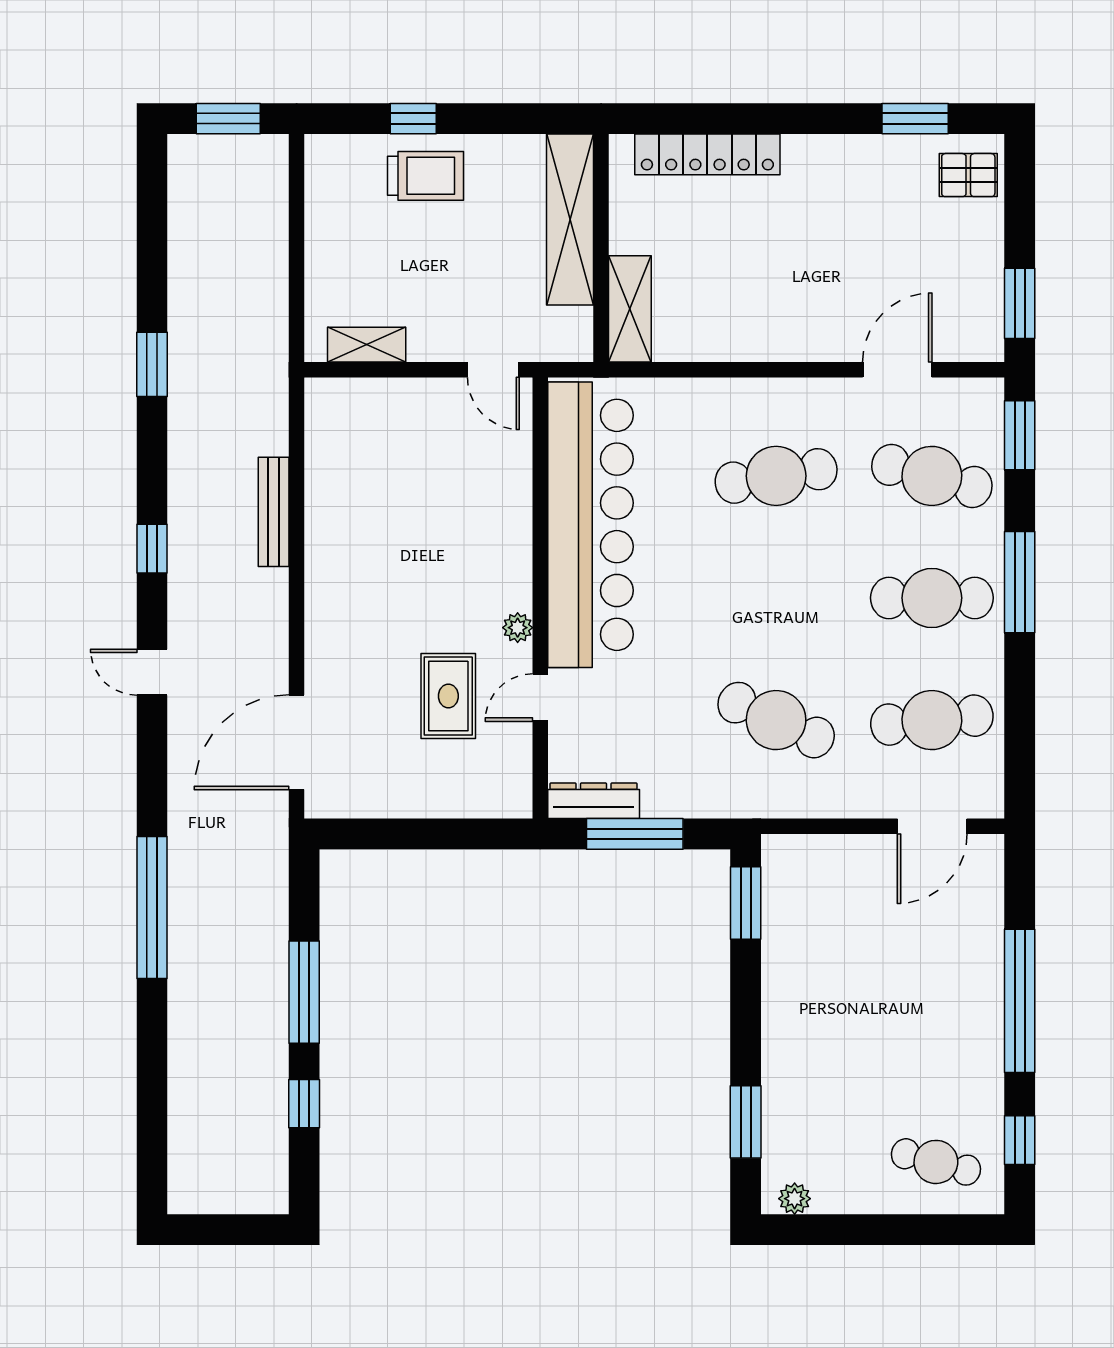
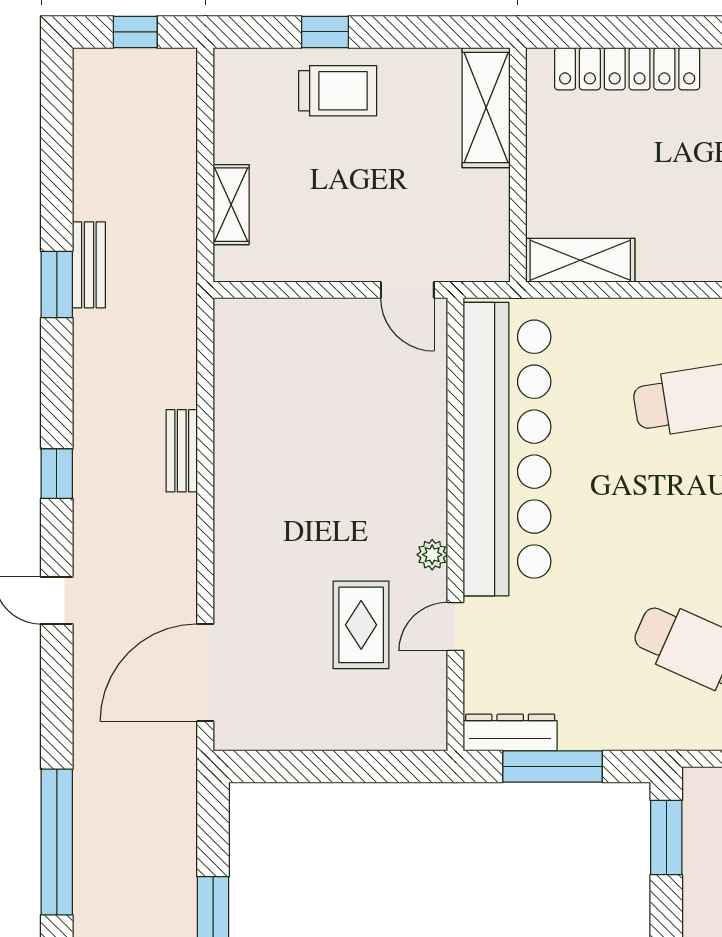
window: (228, 119) -> (135, 32), width x0.67
shelving: (570, 219) -> (486, 108), width x0.68
shelving: (630, 309) -> (580, 260), moved, turned 90
bench: (183, 345) -> (89, 265), added
shelving: (367, 345) -> (231, 205), moved, turned 90
bench: (274, 512) -> (182, 451), width x0.73

